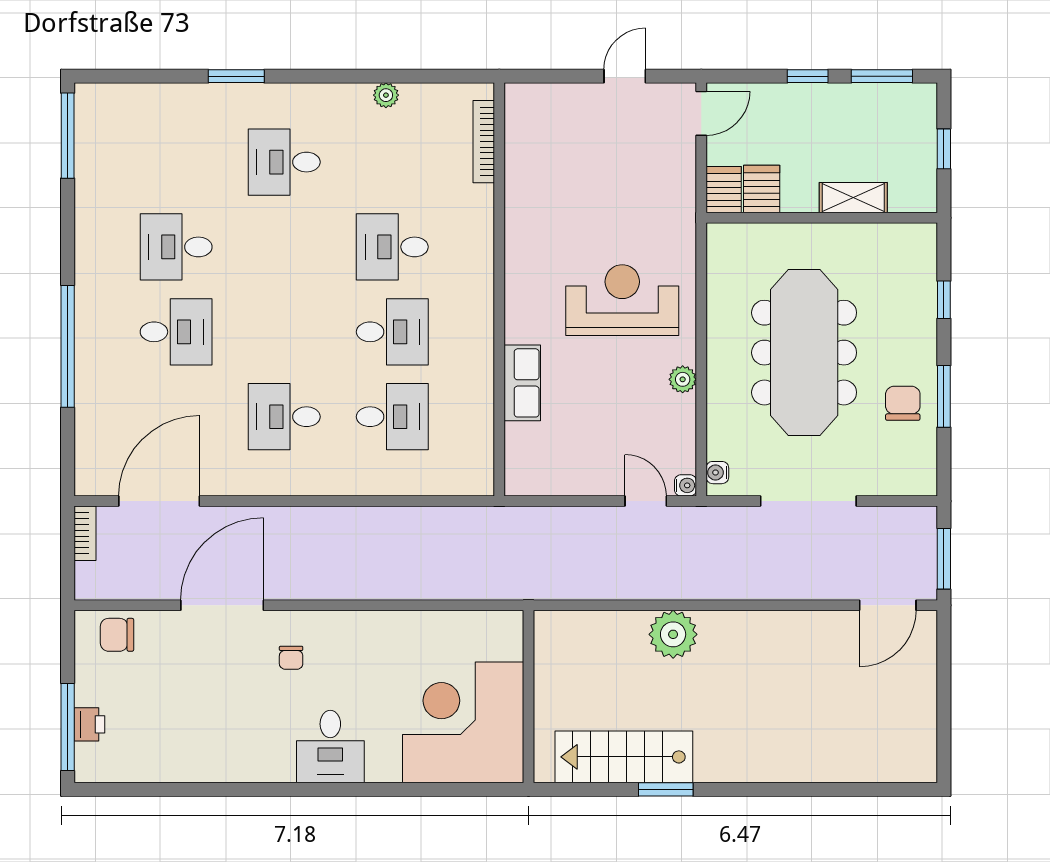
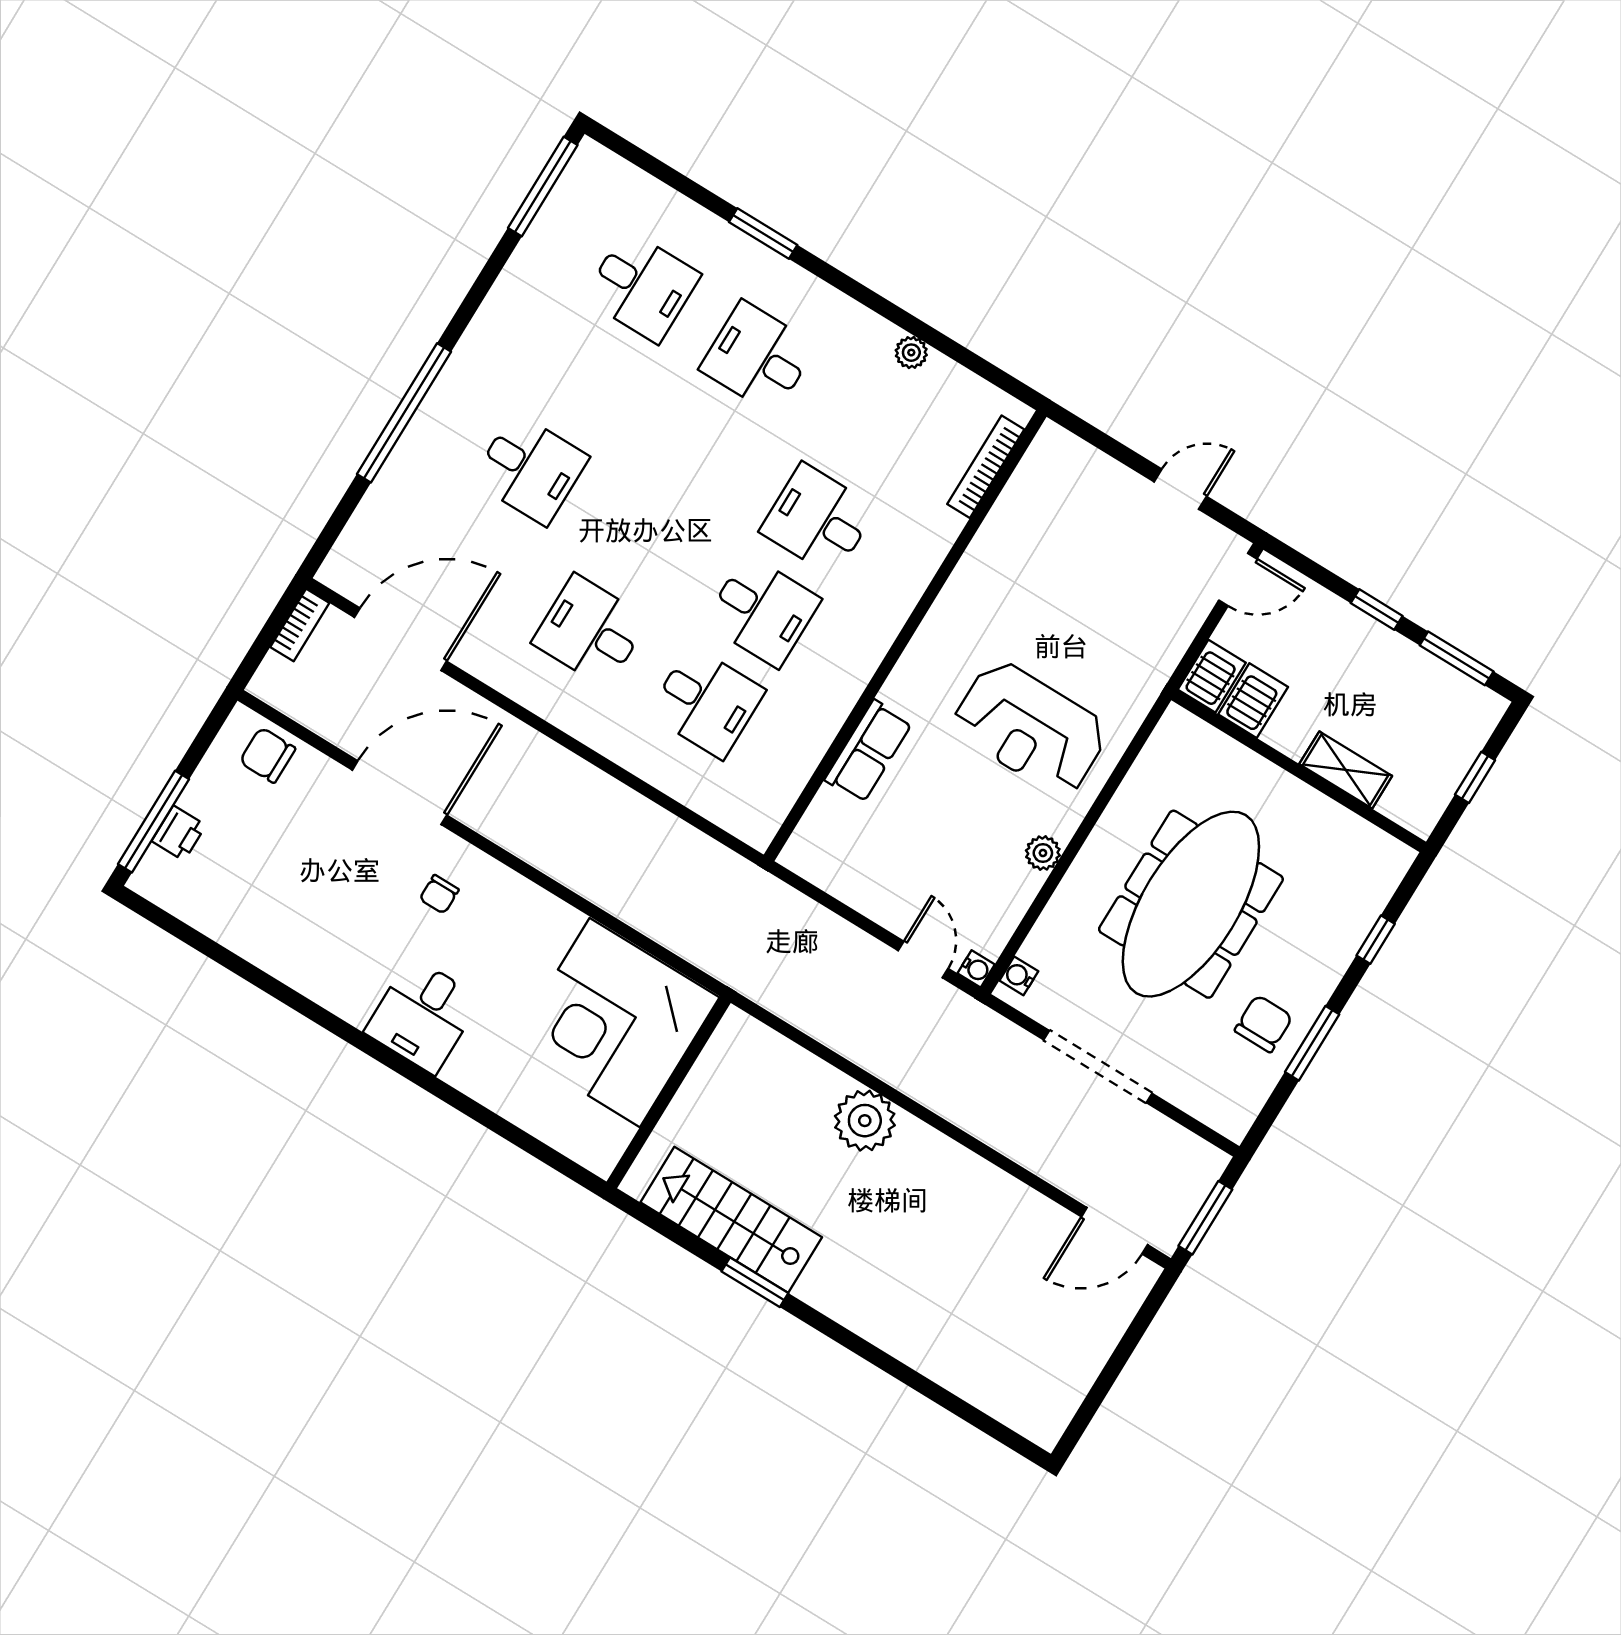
desk: (176, 247) -> (642, 286), moved, turned 180
reception desk: (622, 300) -> (1030, 728), turned 180
corner desk: (463, 722) -> (615, 1023), moved, turned -90

